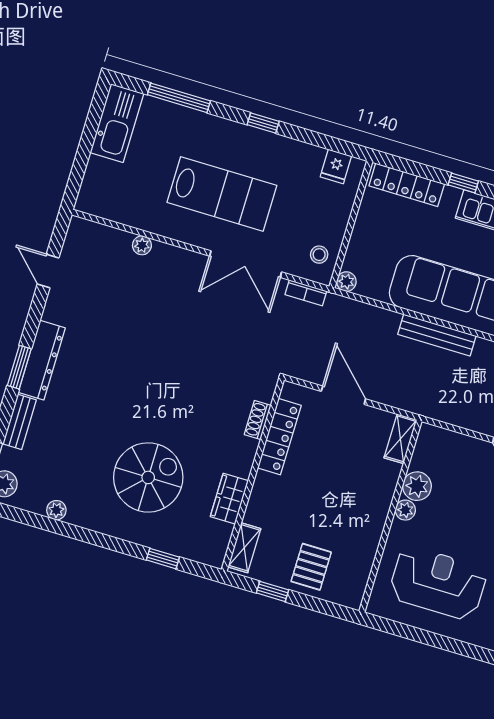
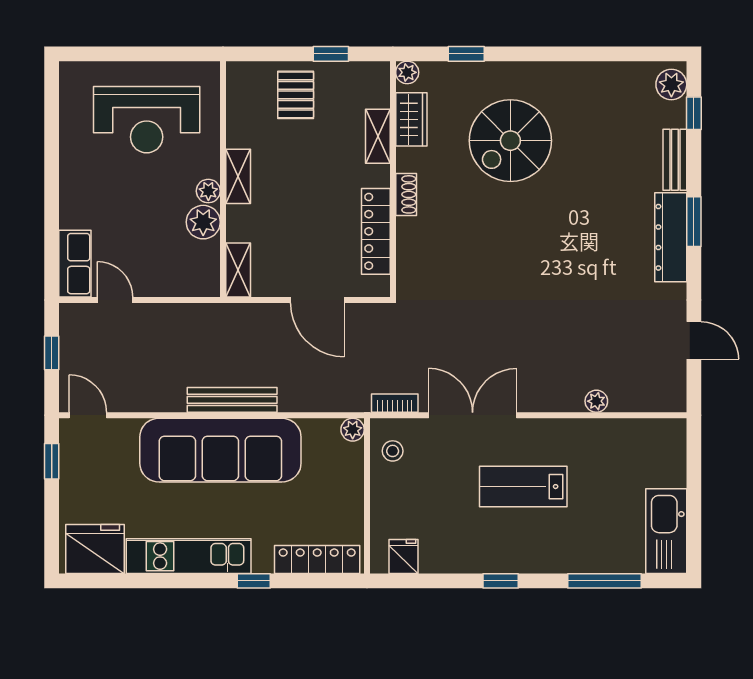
lab bench: (222, 194) -> (523, 487), width x0.73, depth x0.72
shoe rack: (258, 420) -> (406, 194), moved
wardrobe: (229, 499) -> (411, 119), moved
plant: (56, 510) -> (407, 72), moved
shelving: (378, 515) -> (238, 176), added
shelving: (244, 548) -> (378, 136), moved

